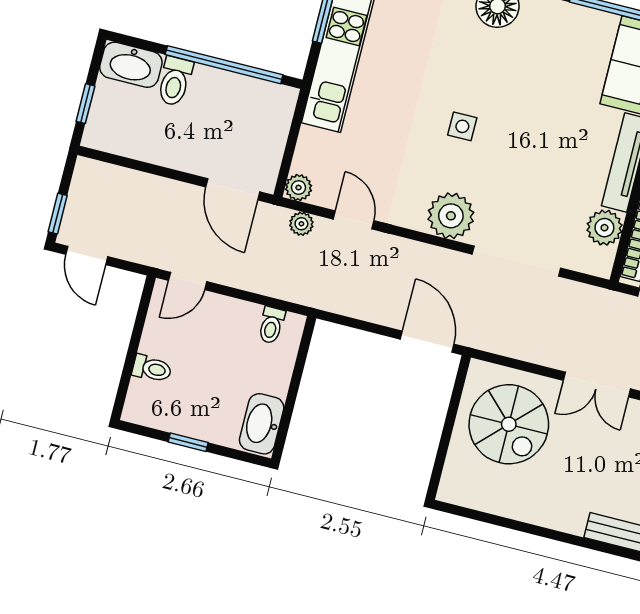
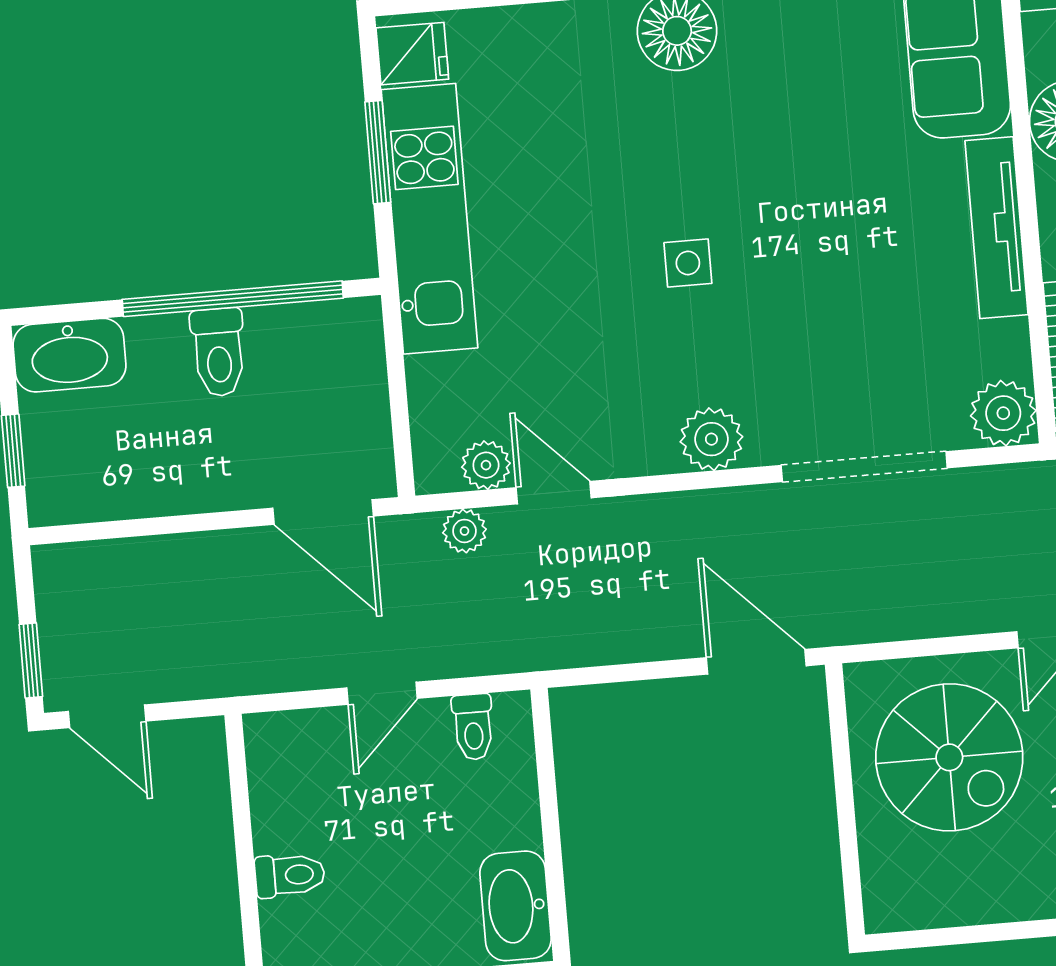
toilet: (175, 81) -> (219, 352), moved
plant: (299, 188) -> (486, 465), moved
plant: (451, 216) -> (711, 439), width x0.73, depth x0.73
plant: (604, 228) -> (1003, 413), moved
door: (188, 281) -> (382, 693), moved

